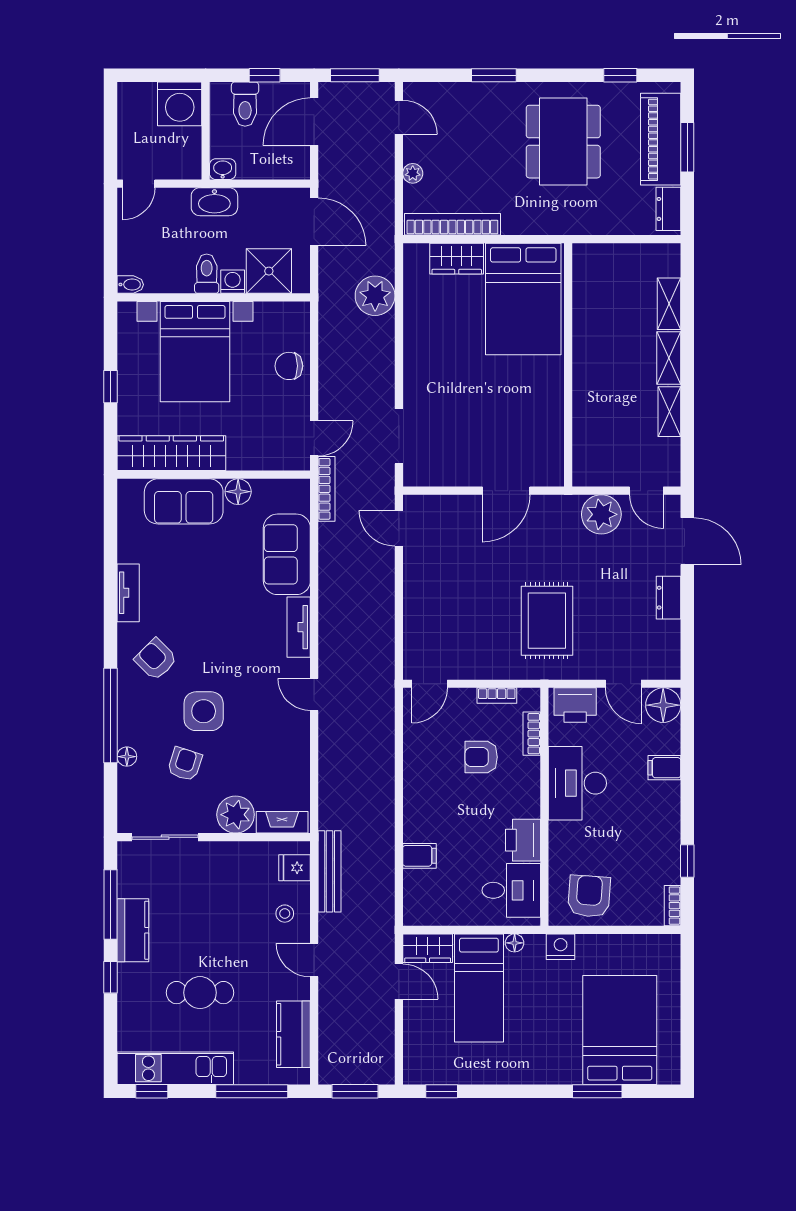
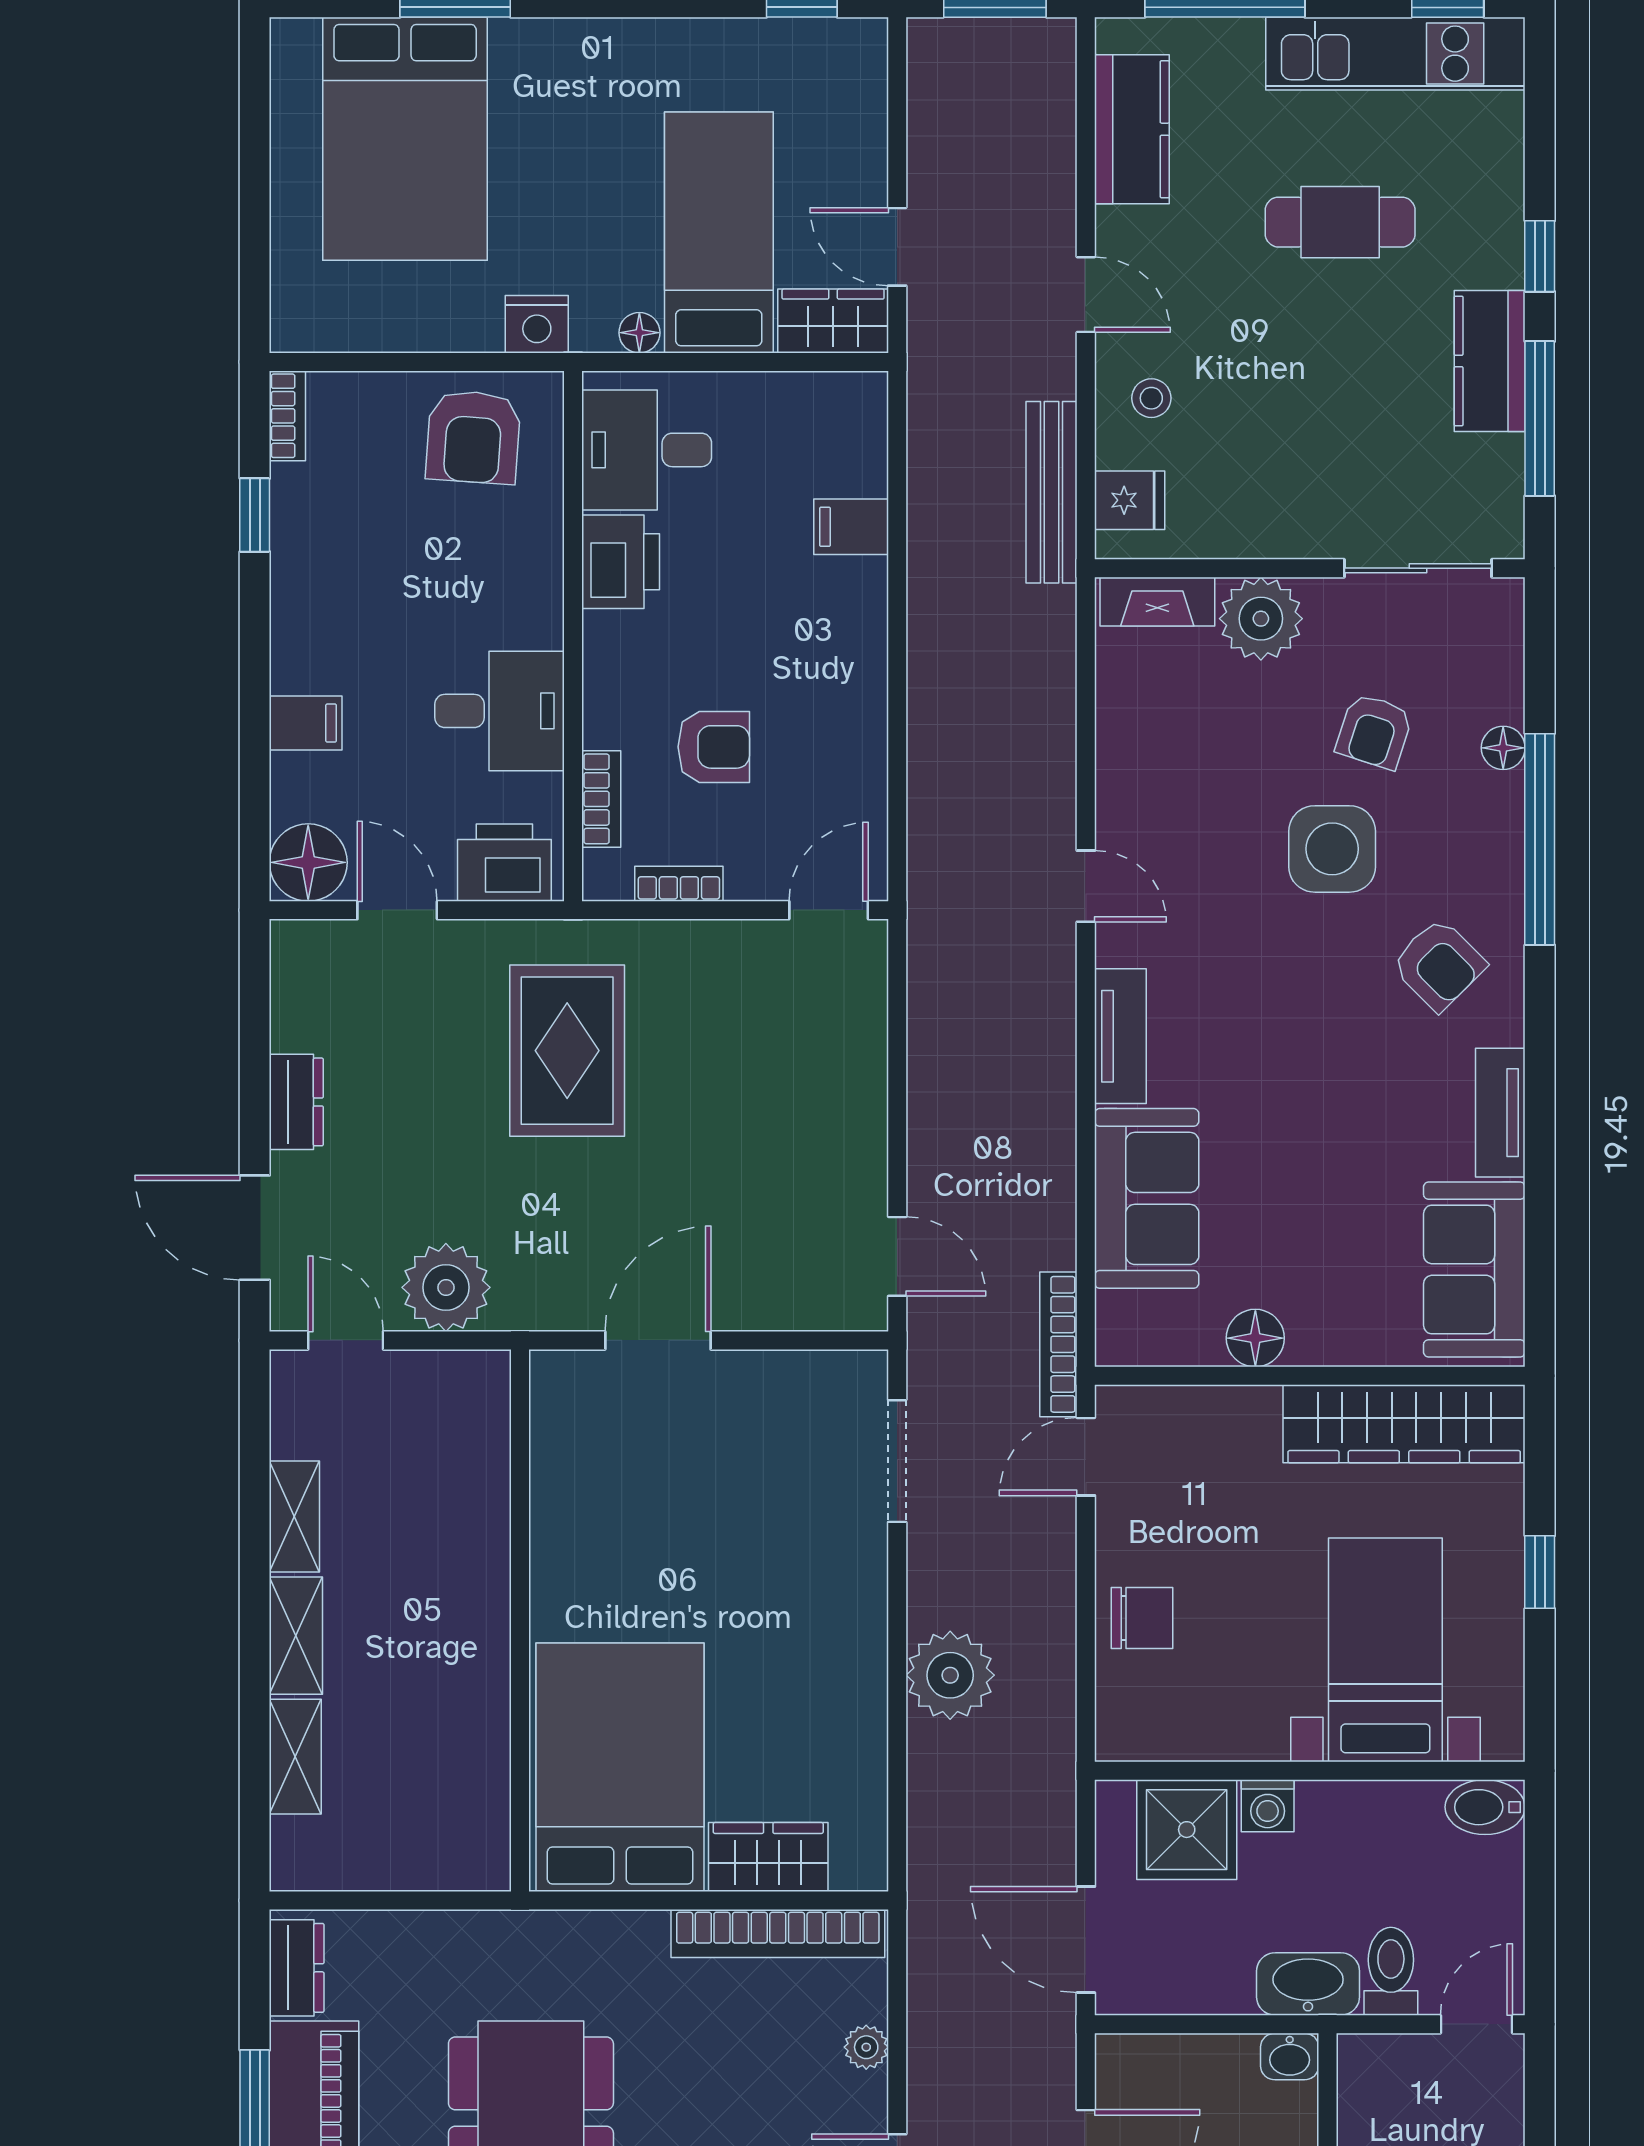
toilet: (207, 274) -> (1391, 1971), moved, turned 180
bidet: (130, 285) -> (1485, 1807), width x1.38, depth x1.36
plant: (375, 296) -> (950, 1675), moved
bed with nightstands: (195, 352) -> (1385, 1650), width x0.73
sofa: (184, 501) -> (1474, 1270), moved, turned -90
desk: (577, 783) -> (500, 711), width x0.73

